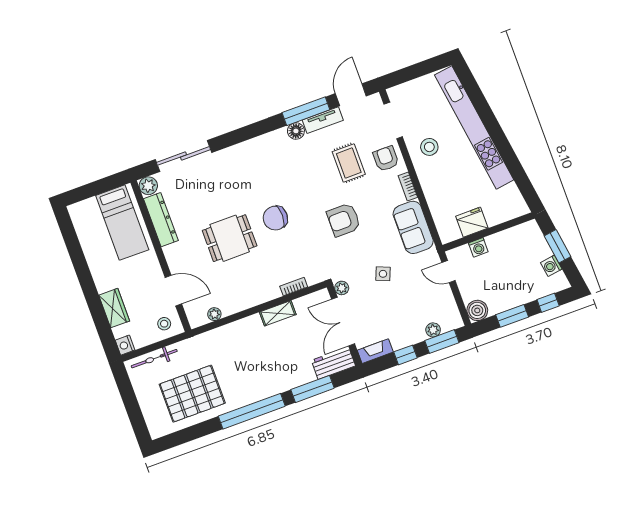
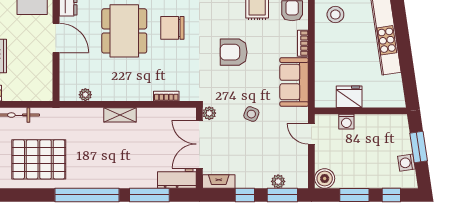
dining table: (230, 238) -> (124, 31), width x1.37
door: (173, 291) -> (56, 38), moved
shelving: (278, 313) -> (120, 115), moved
stool: (164, 324) -> (37, 87), removed

